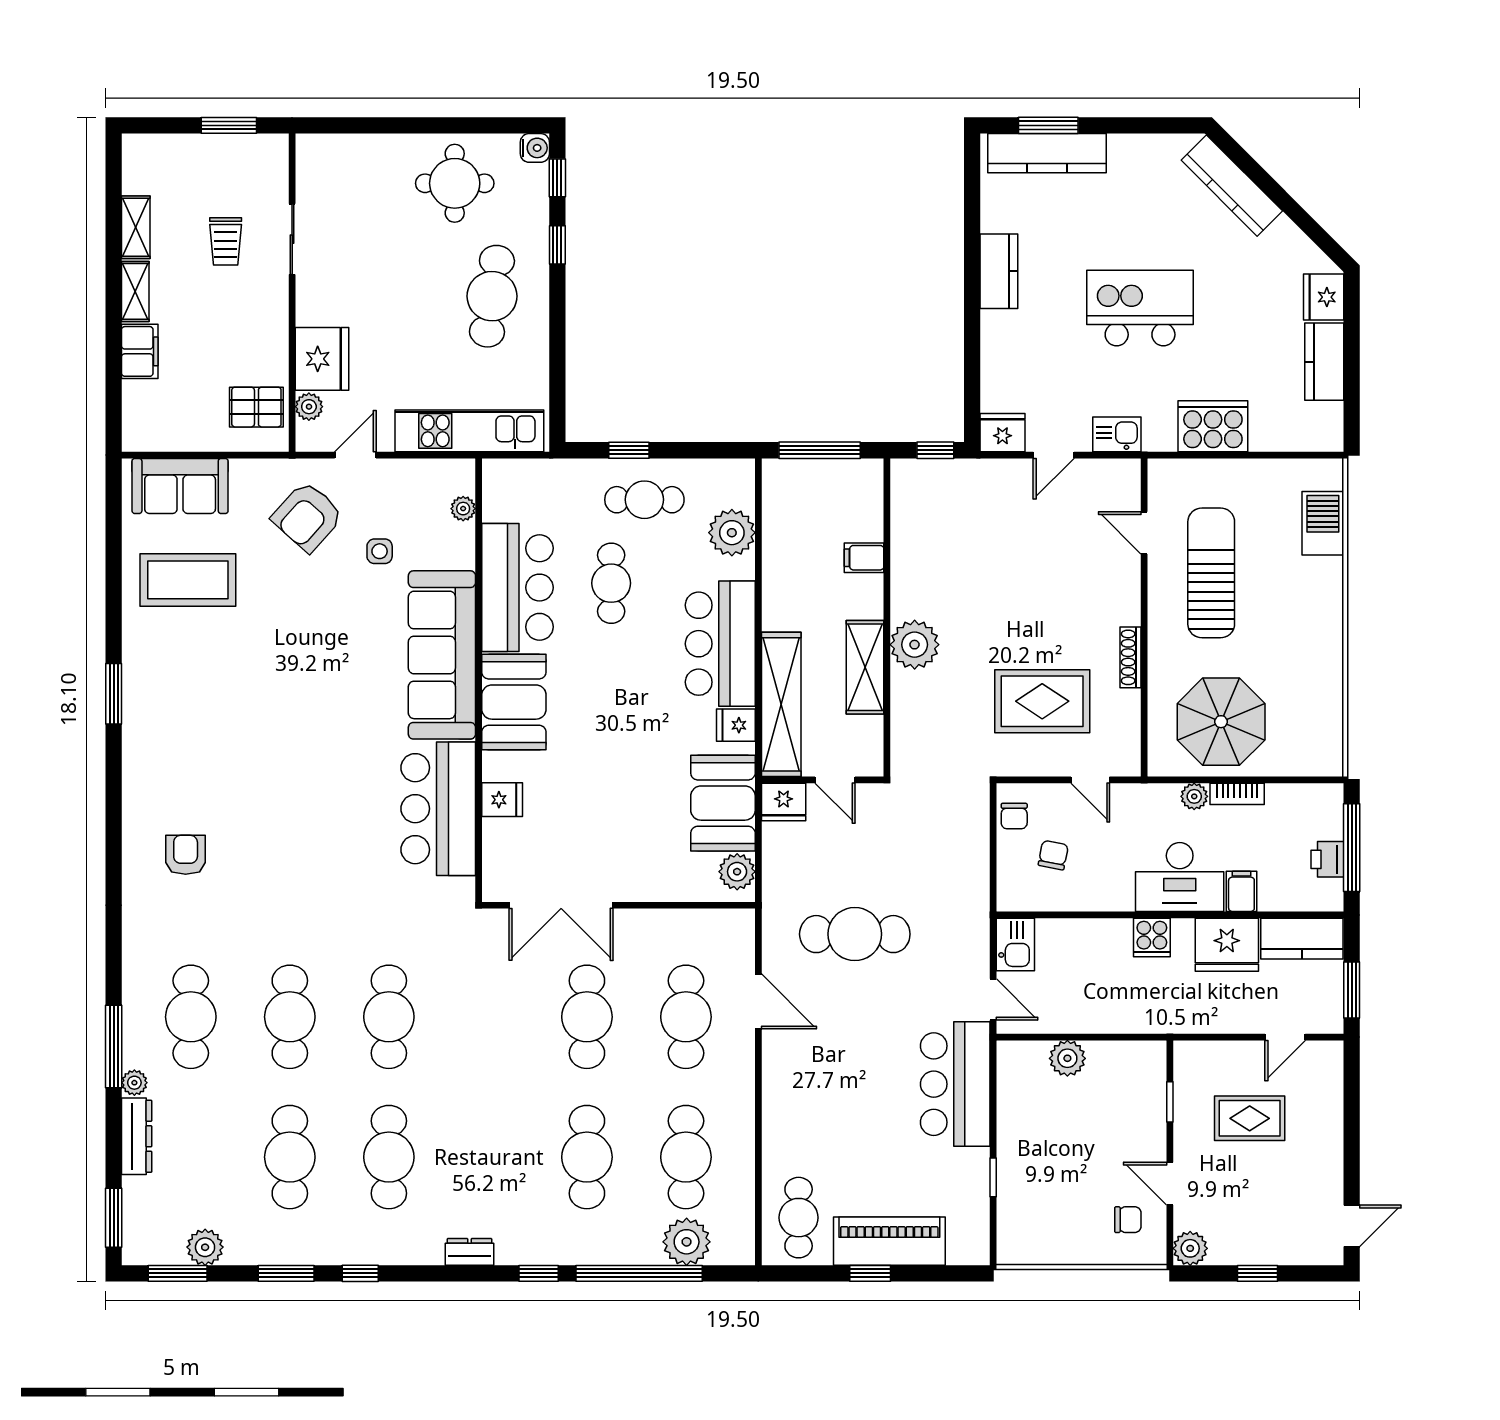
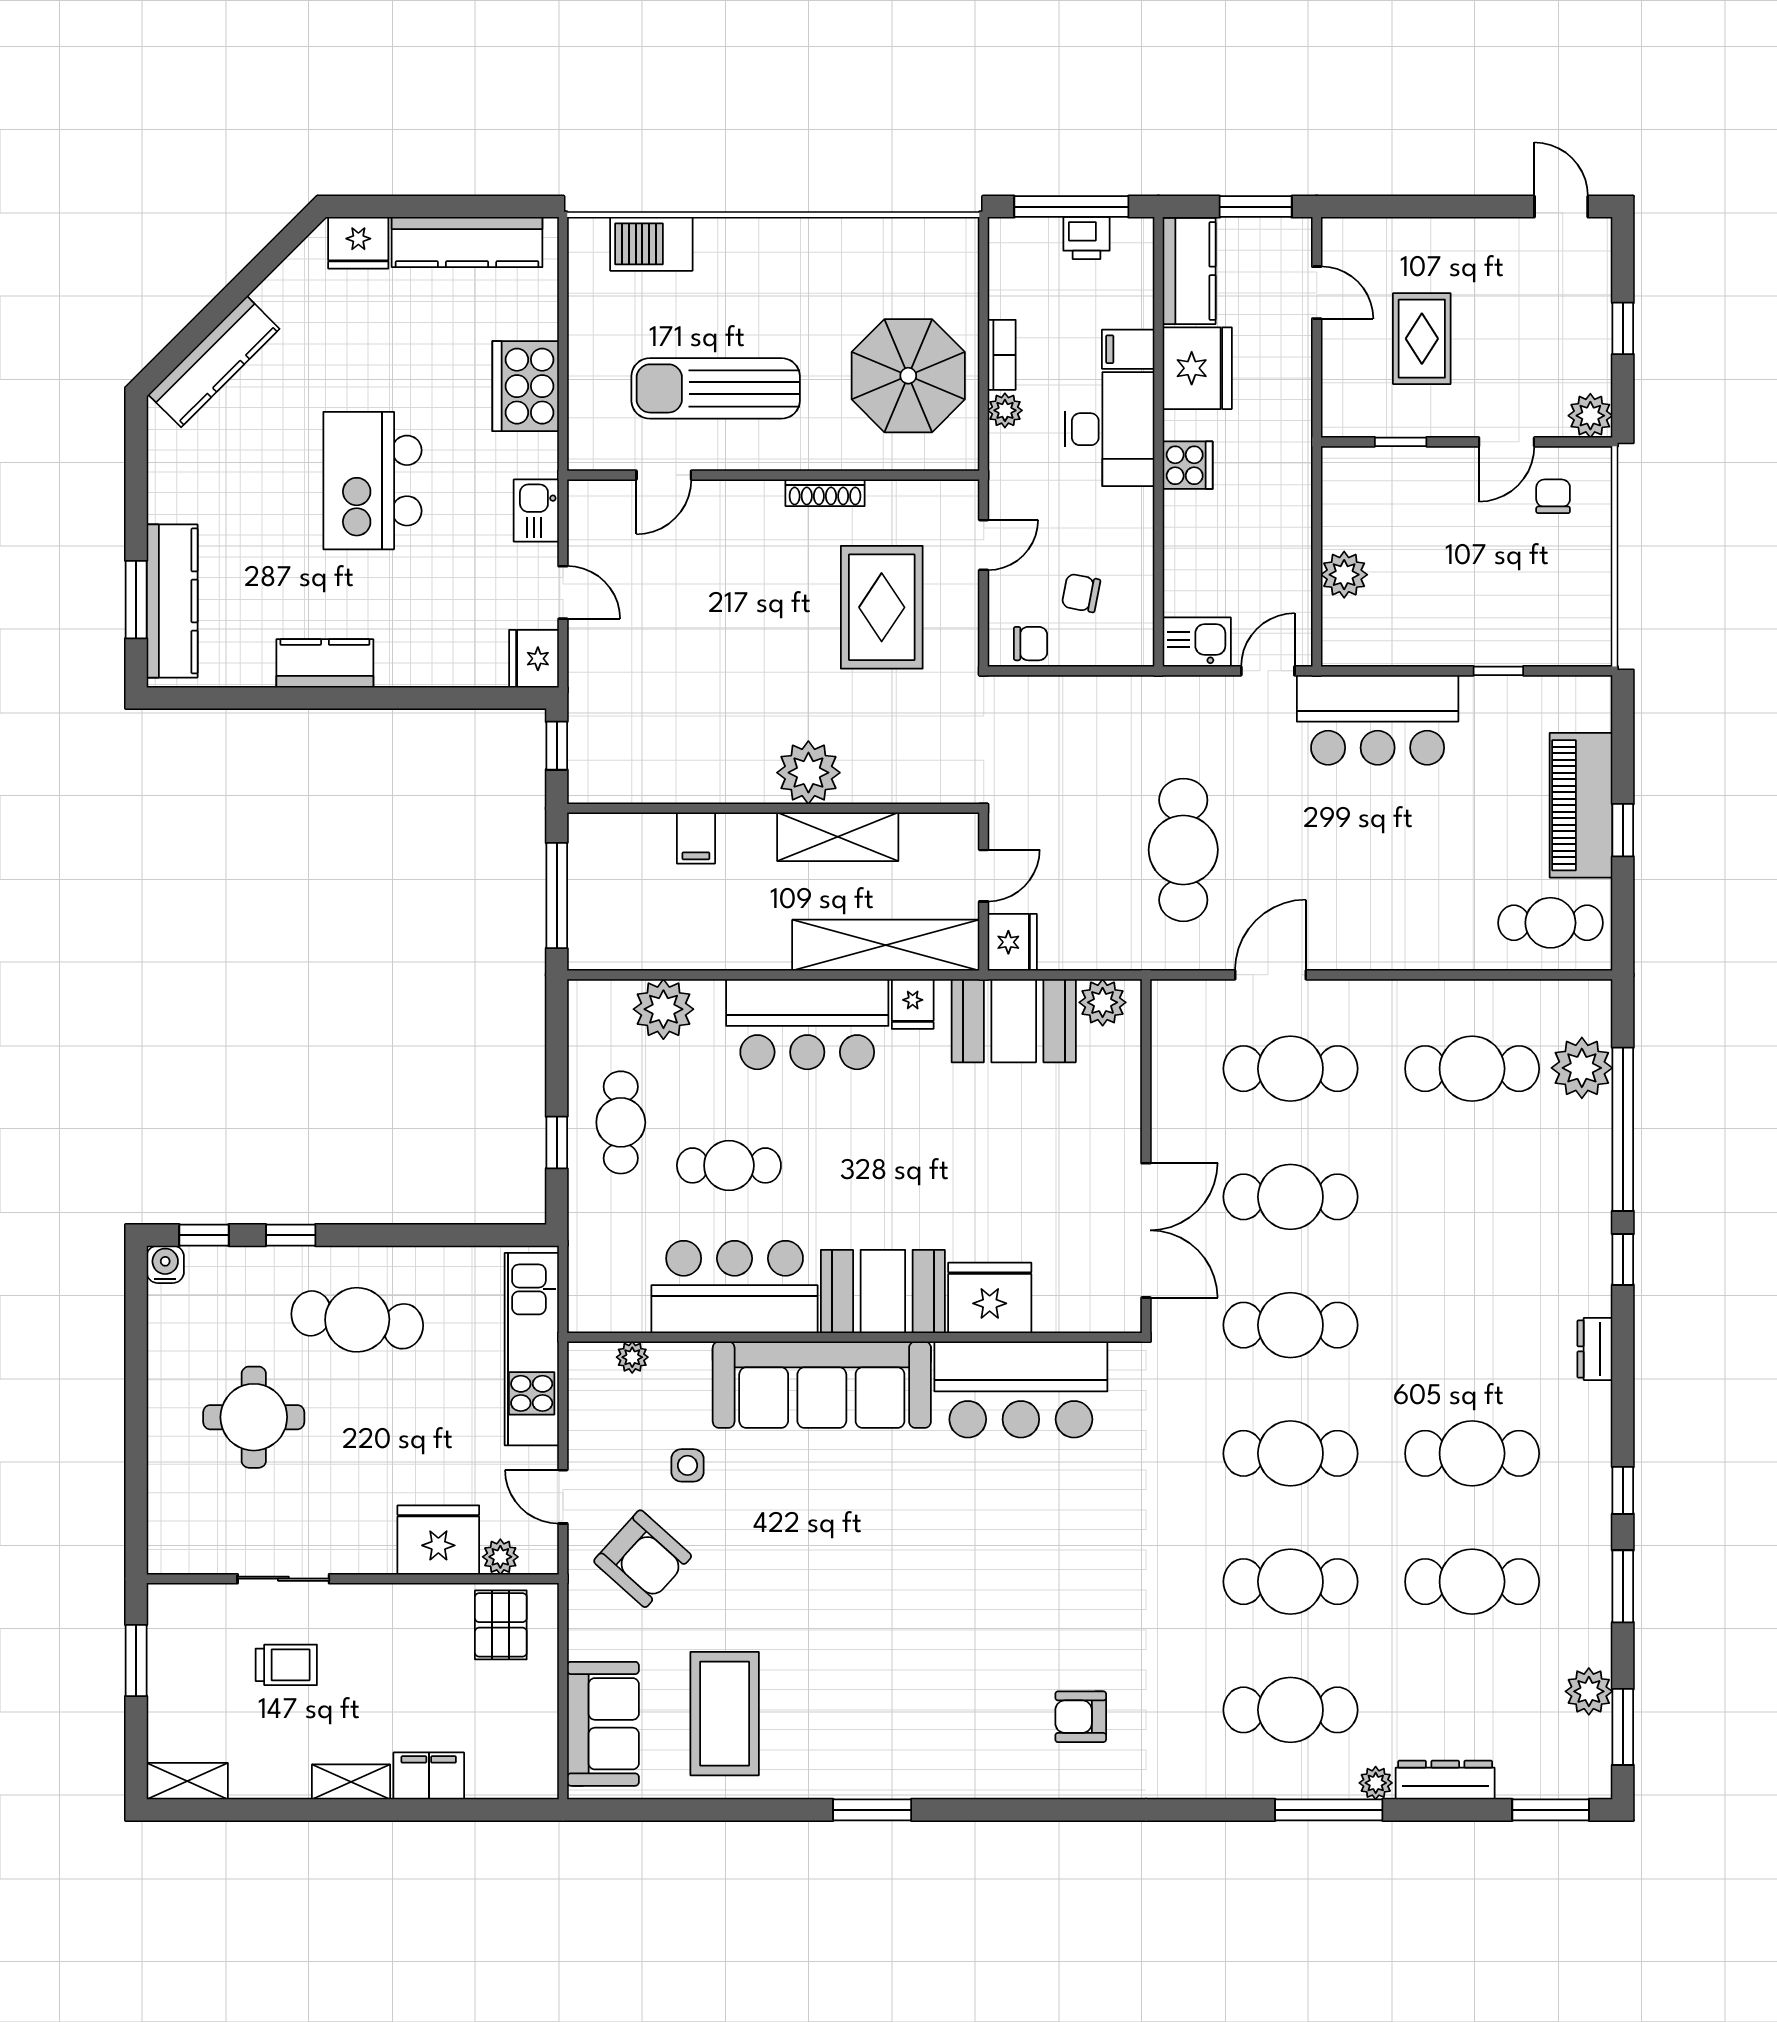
round table: (455, 183) -> (254, 1417), moved
shelving: (136, 227) -> (187, 1781), moved
kitchen counter: (1324, 362) -> (467, 242), width x1.50
fridge: (502, 800) -> (990, 1298), width x1.88, depth x1.34
cafe table: (587, 1157) -> (1290, 1325), moved

